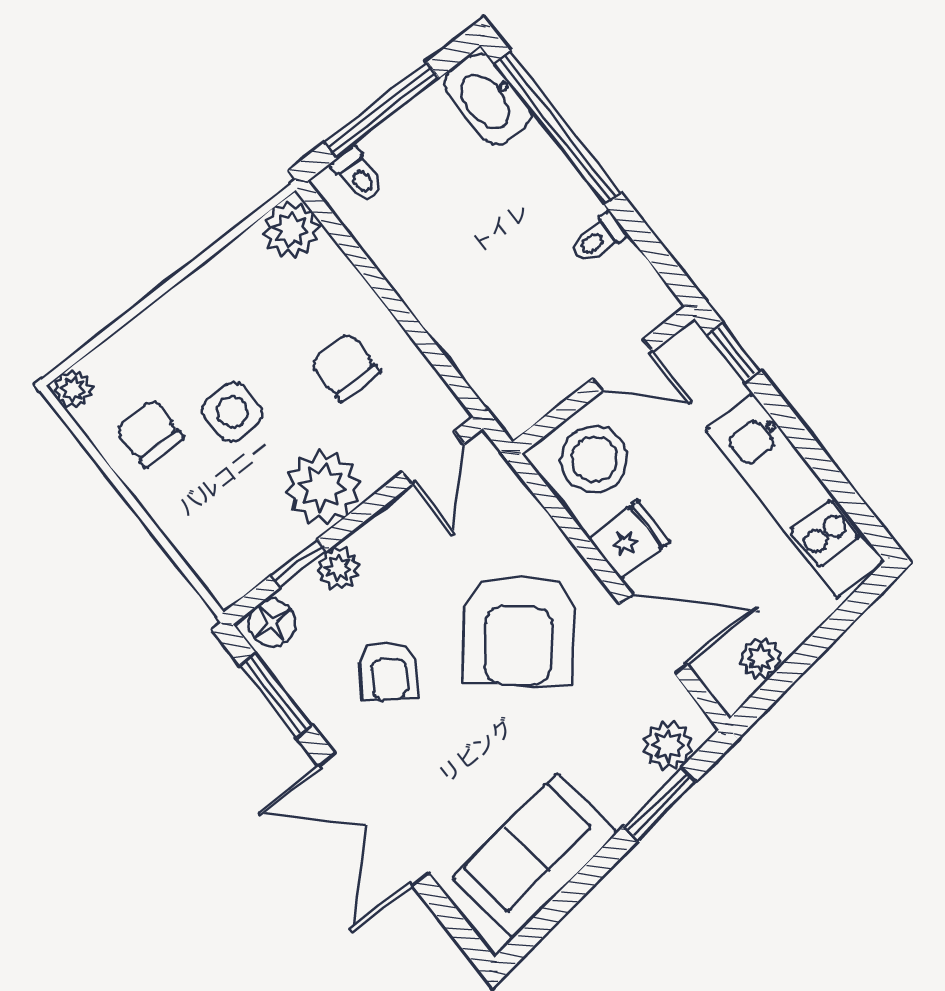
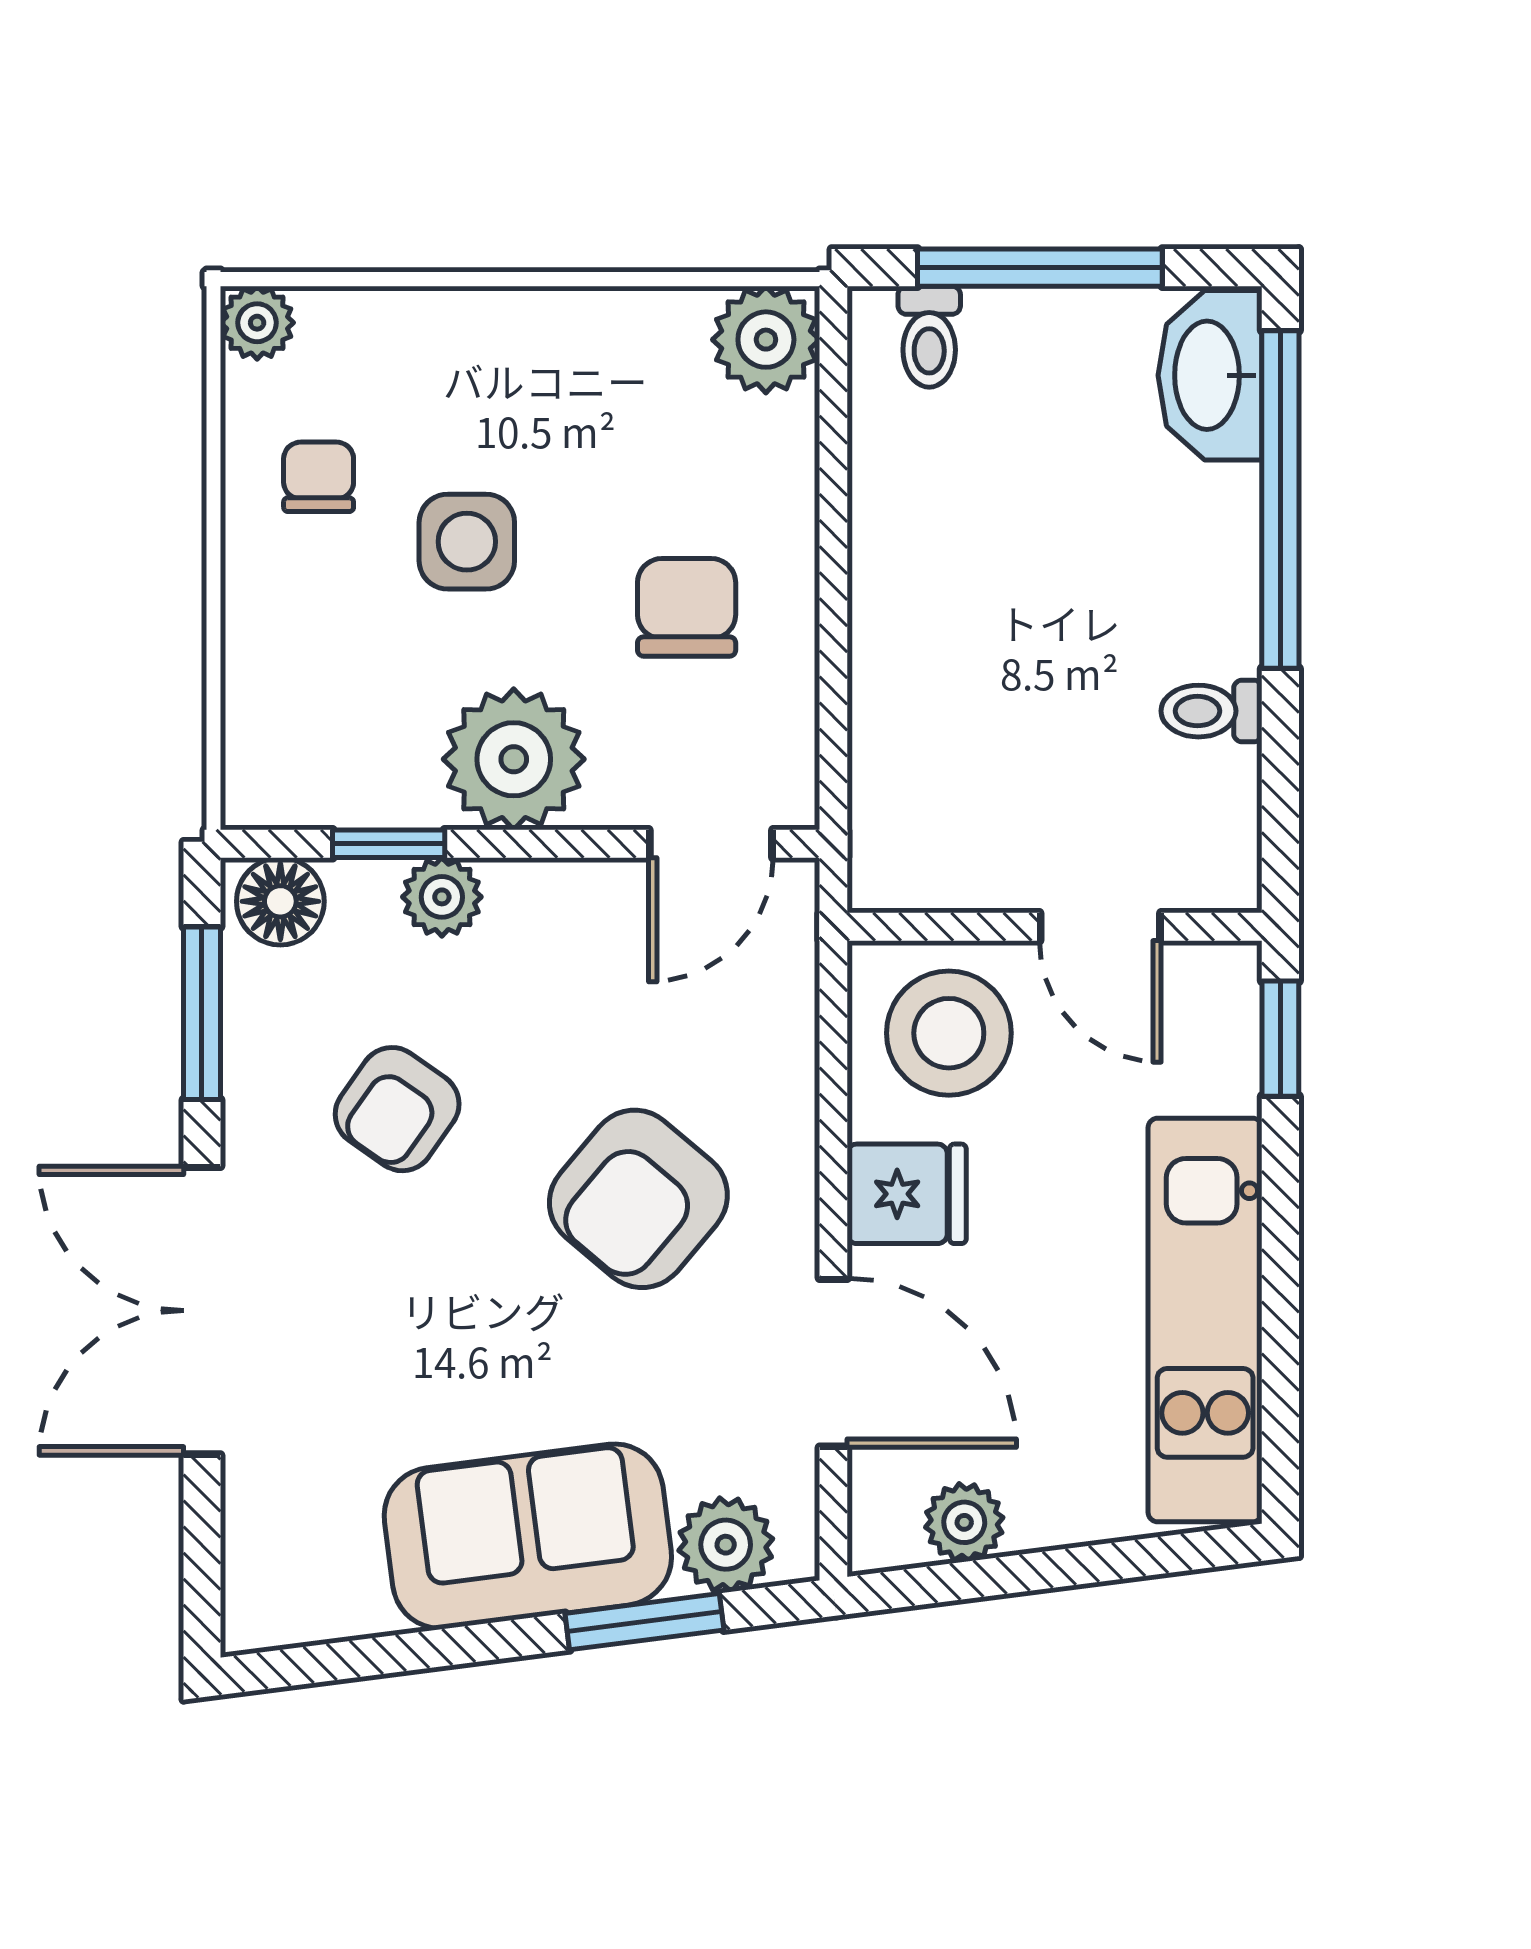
chair: (149, 433) -> (319, 477), width x0.73, depth x0.73
armchair: (519, 630) -> (638, 1199), width x0.73, depth x0.73
sofa: (535, 855) -> (528, 1536), moved

